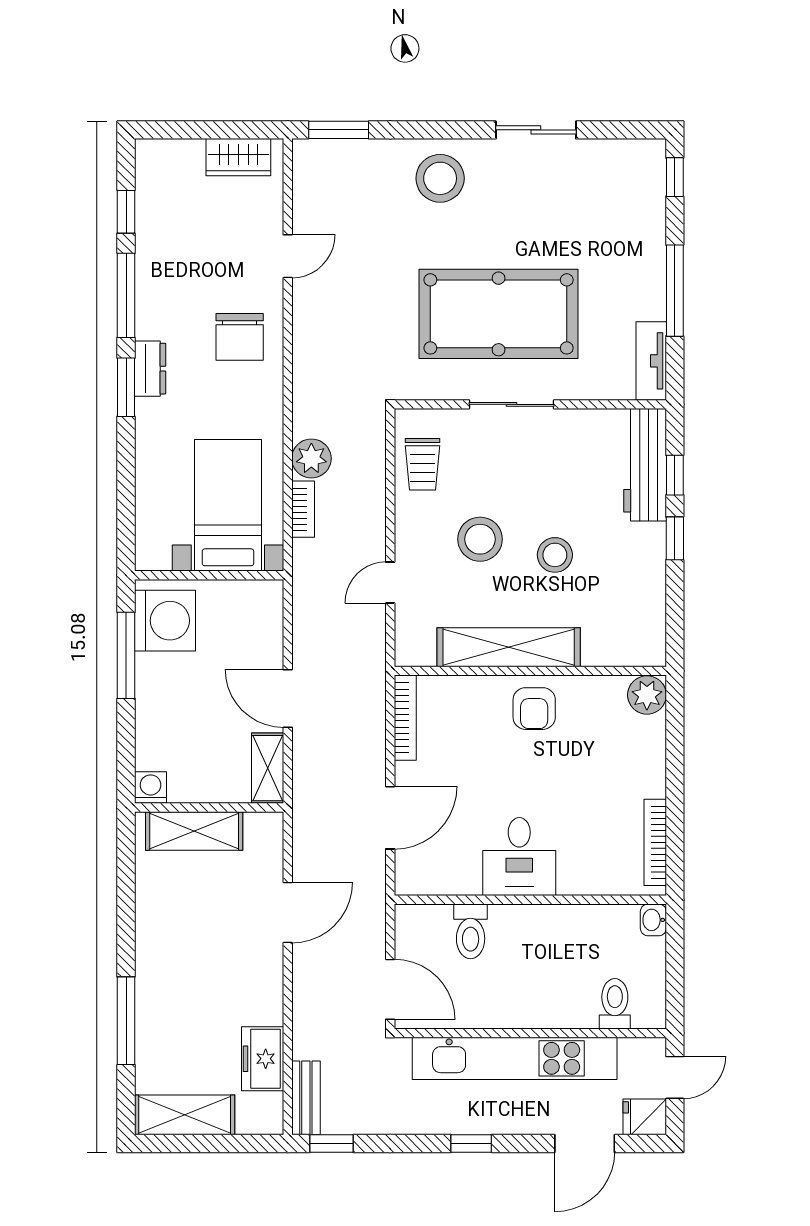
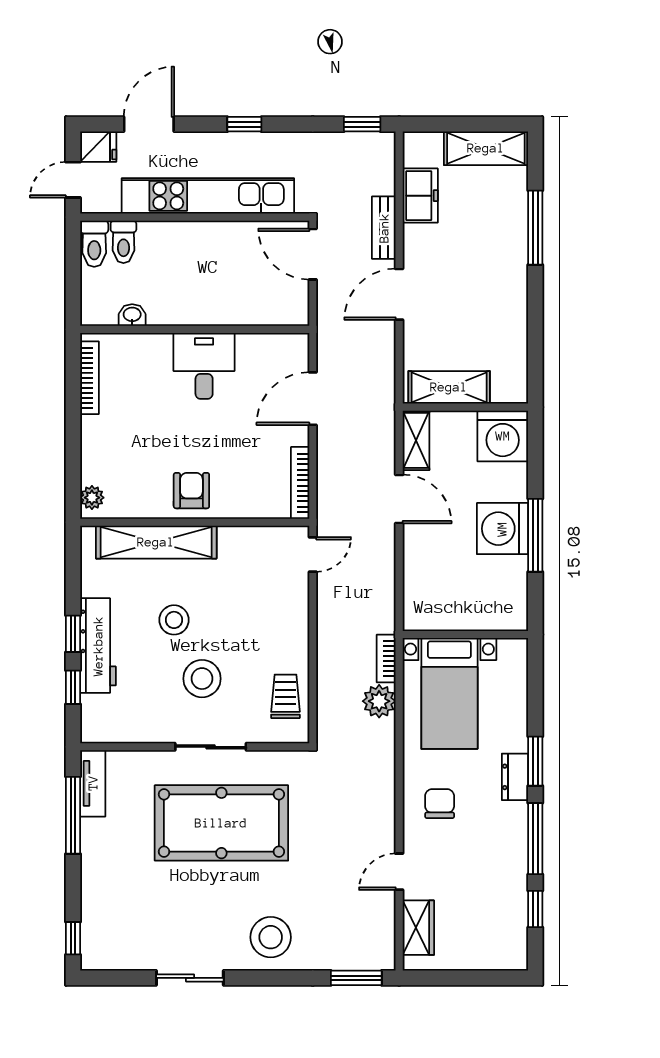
wardrobe: (238, 157) -> (418, 928), moved, turned 90
window: (675, 291) -> (73, 815), moved
chair: (240, 337) -> (440, 804), width x0.73, depth x0.73
workbench: (645, 465) -> (98, 646), moved
bed with nightstands: (228, 505) -> (449, 693), moved
stool: (480, 539) -> (202, 679), moved
wall: (209, 575) -> (465, 635), moved
door: (390, 583) -> (313, 554), moved
washing machine: (165, 621) -> (502, 529), moved
shelving: (509, 647) -> (156, 542), moved
plant: (647, 695) -> (92, 498), width x0.73, depth x0.73
washing machine: (151, 788) -> (503, 436), width x1.89, depth x1.89
shelving: (194, 831) -> (449, 387), moved
door: (288, 912) -> (399, 294), moved
washbasin: (653, 920) -> (132, 315), moved, turned -90
toilet: (471, 931) -> (94, 244), moved, turned 180
bench: (306, 1098) -> (384, 228), moved

